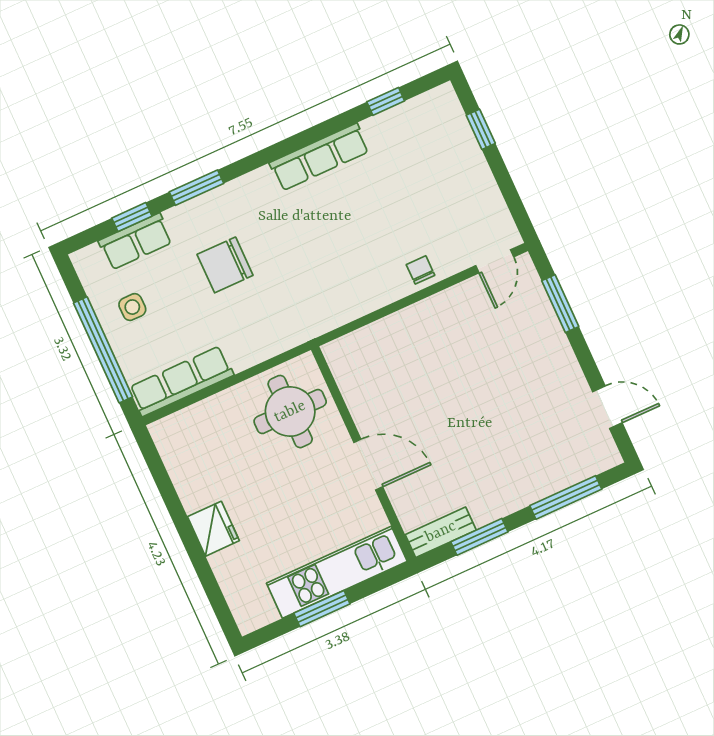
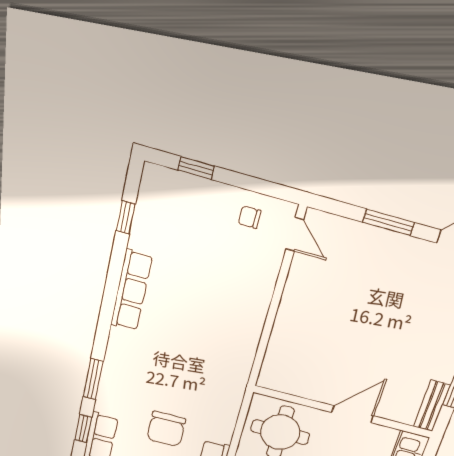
chair: (225, 265) -> (166, 429), moved
chair: (421, 270) -> (250, 217), moved
window: (560, 304) -> (389, 222), moved

